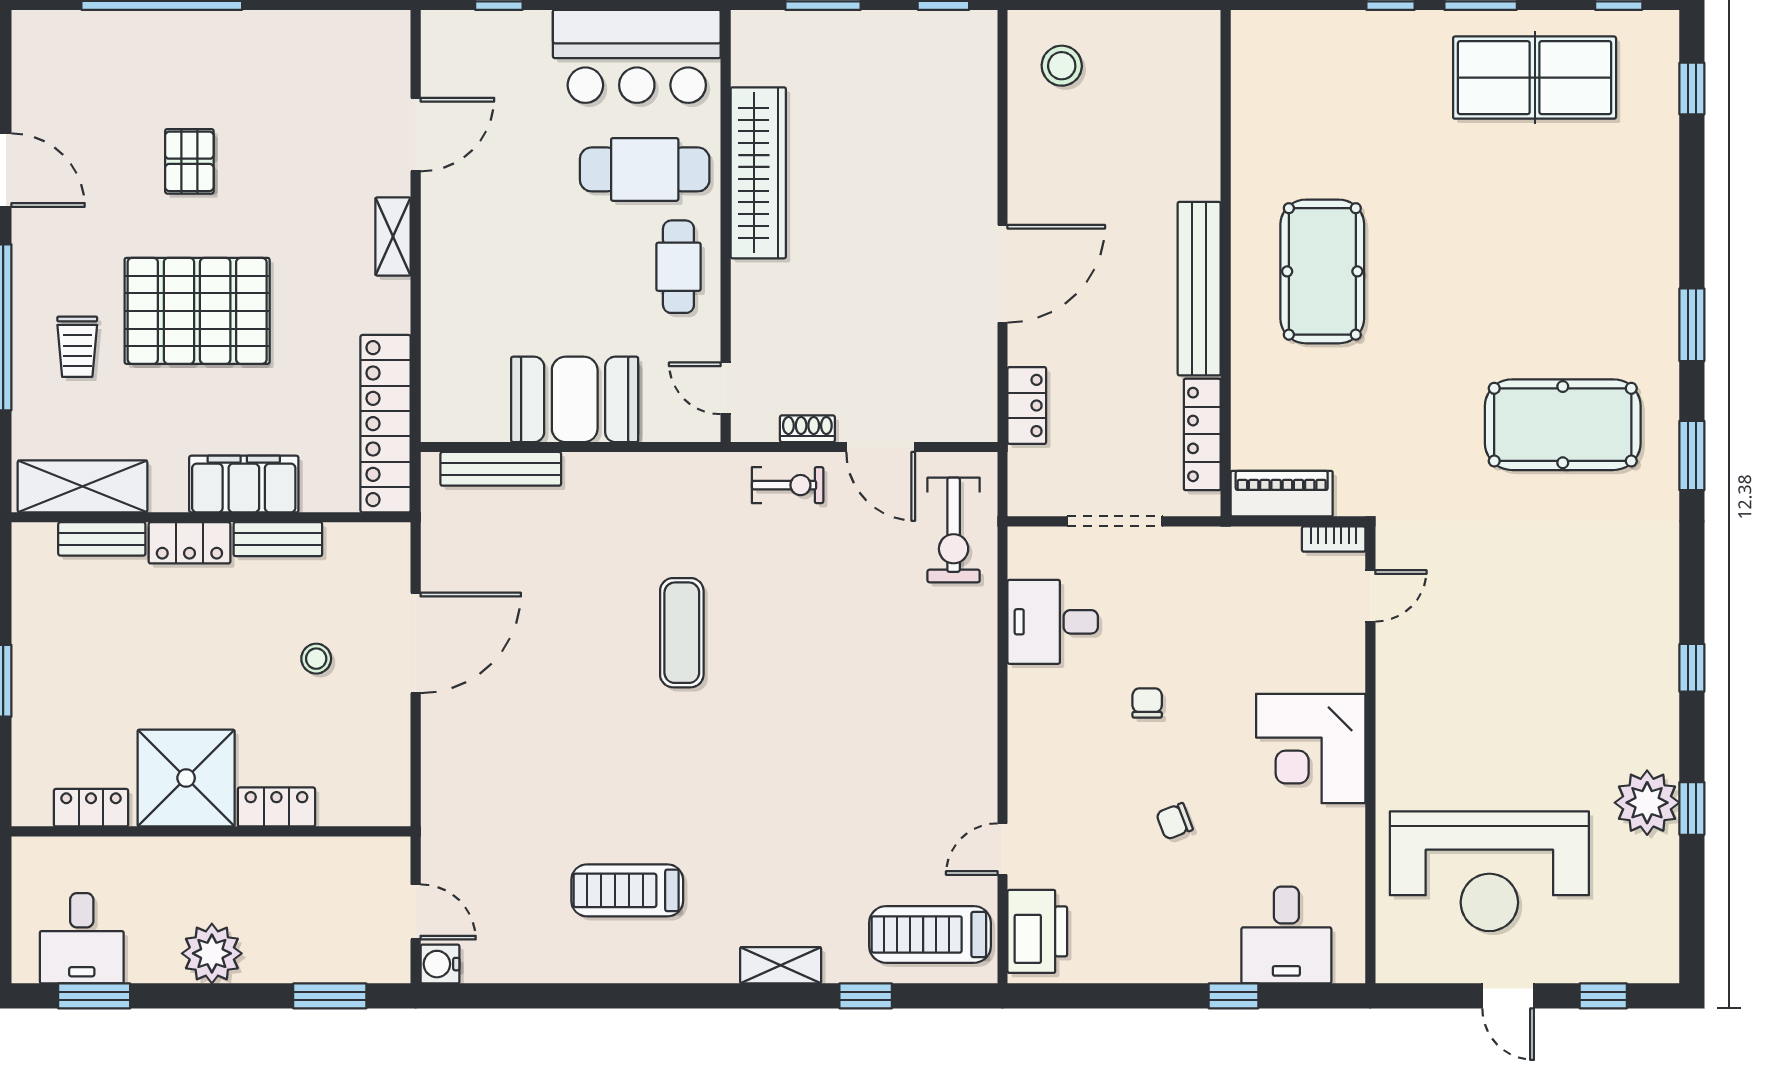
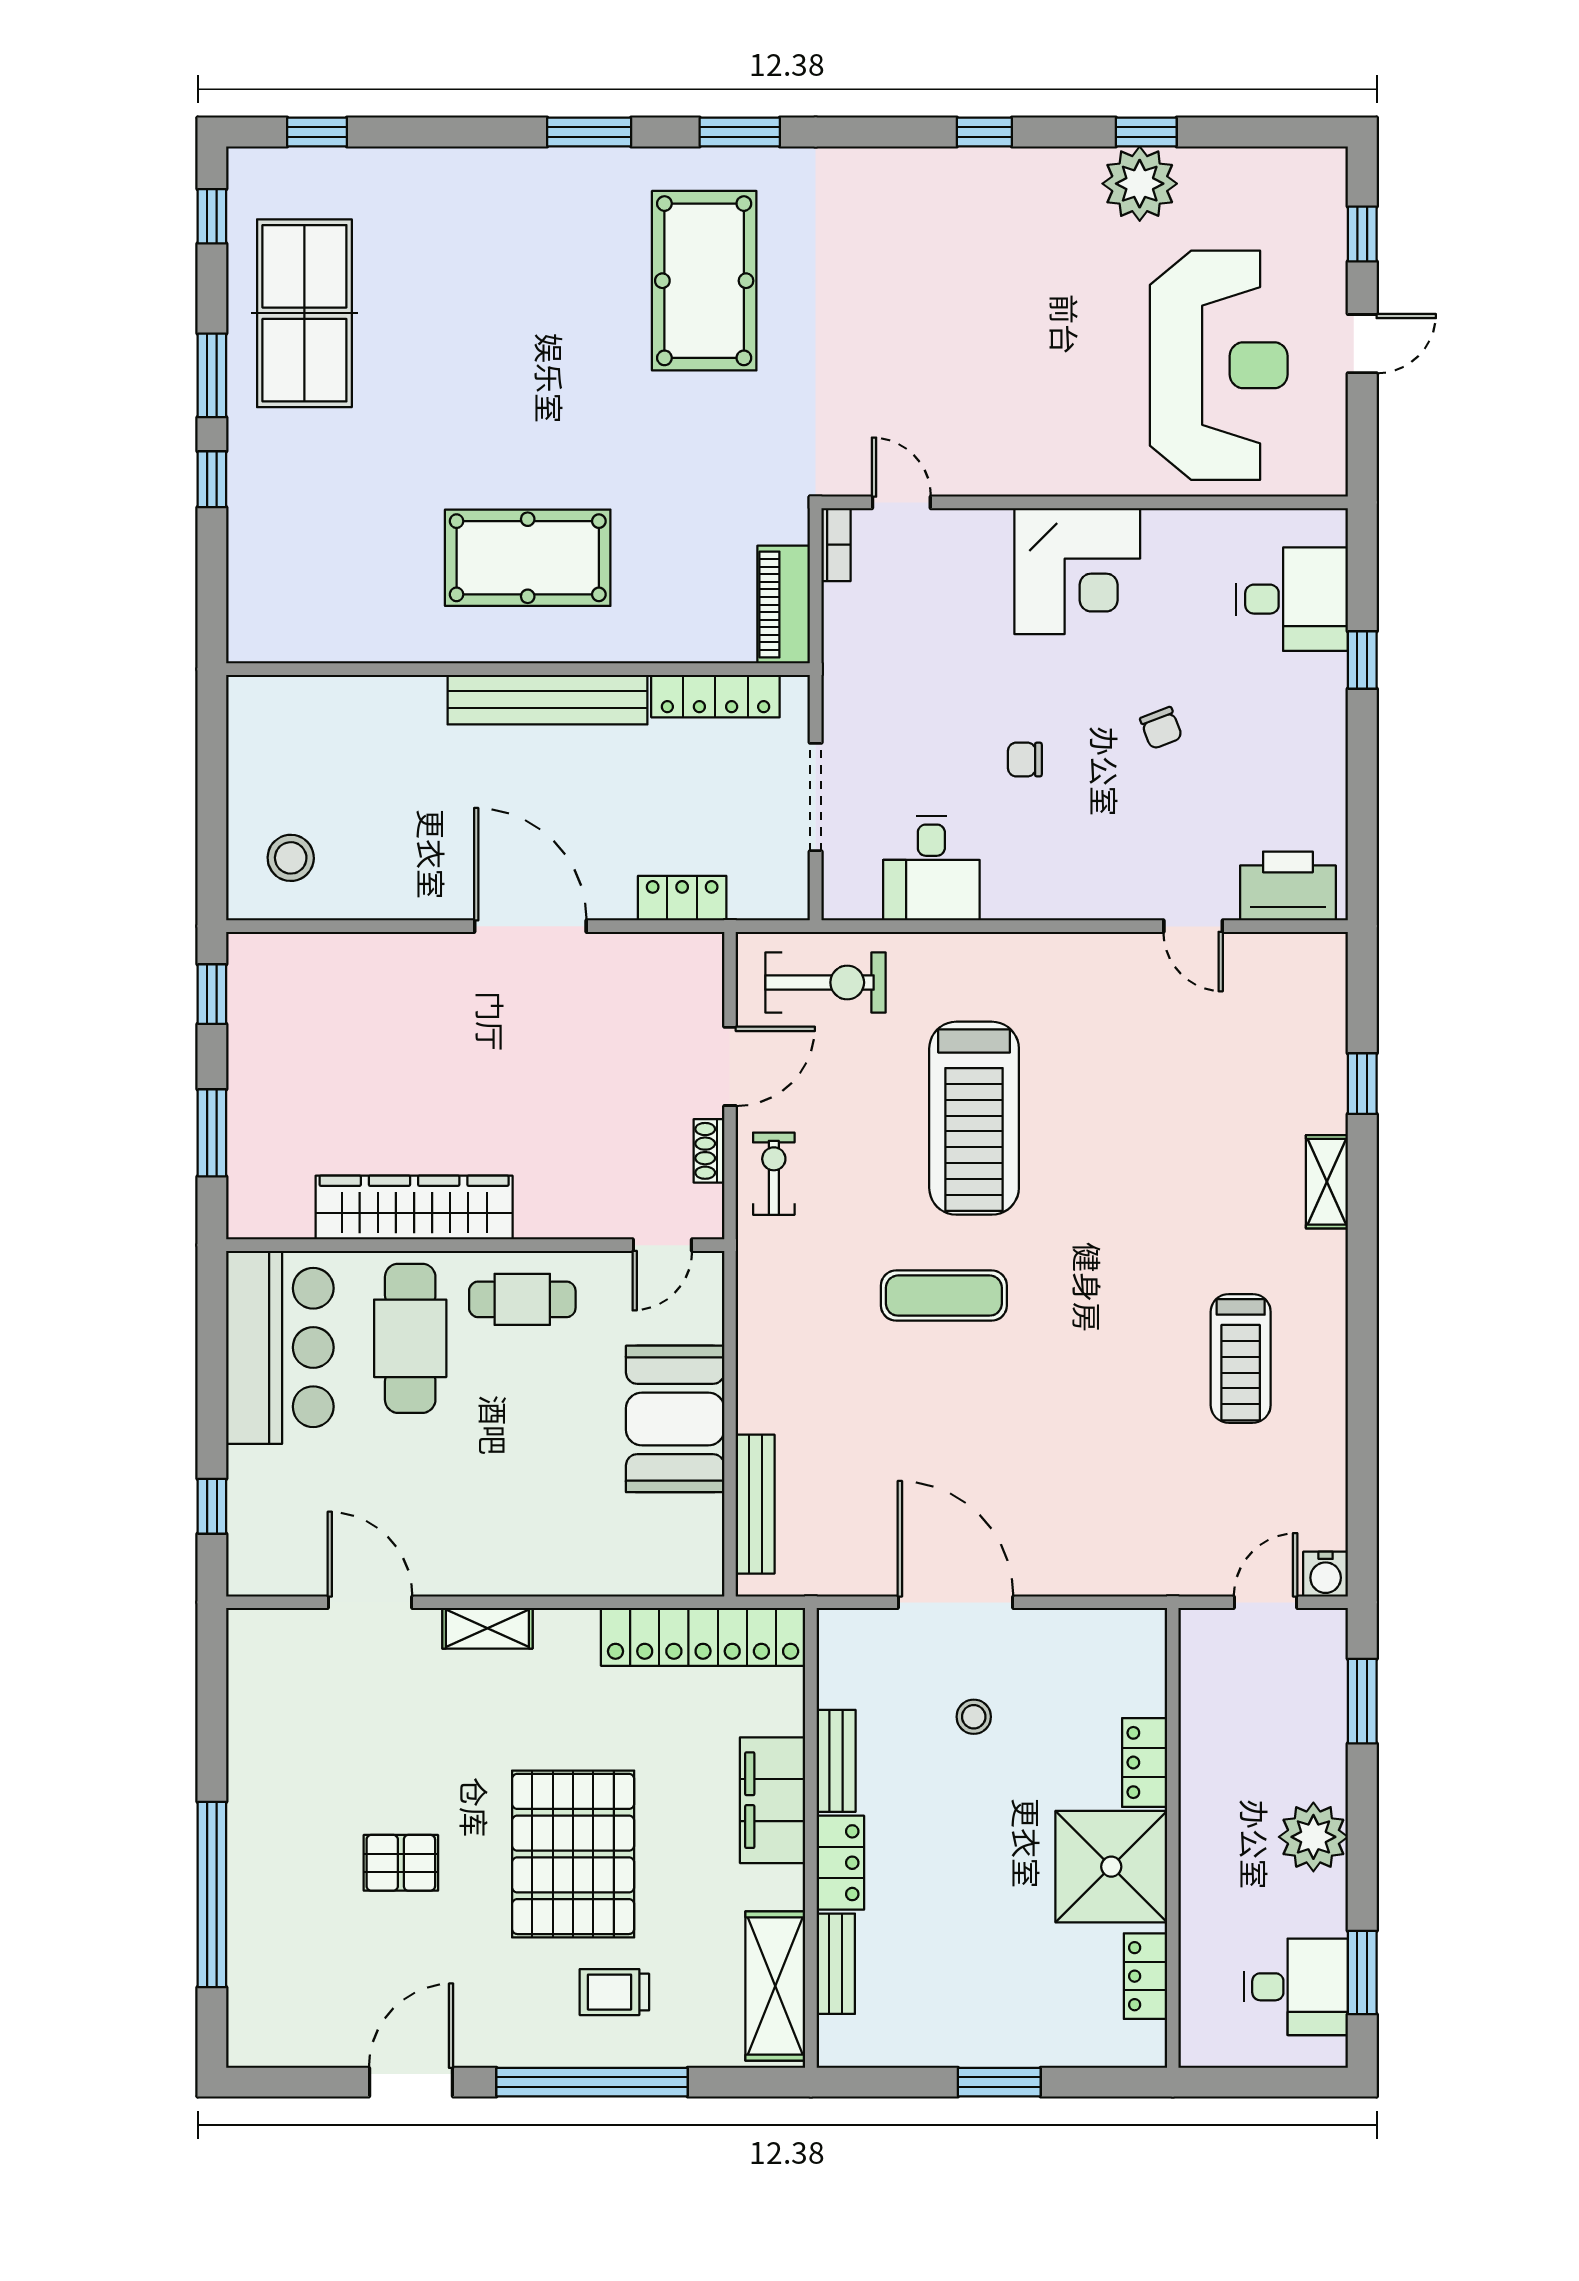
trolley: (77, 347) -> (614, 1992), turned 180
treadmill: (930, 934) -> (974, 1118), moved, width x1.37, depth x1.38

